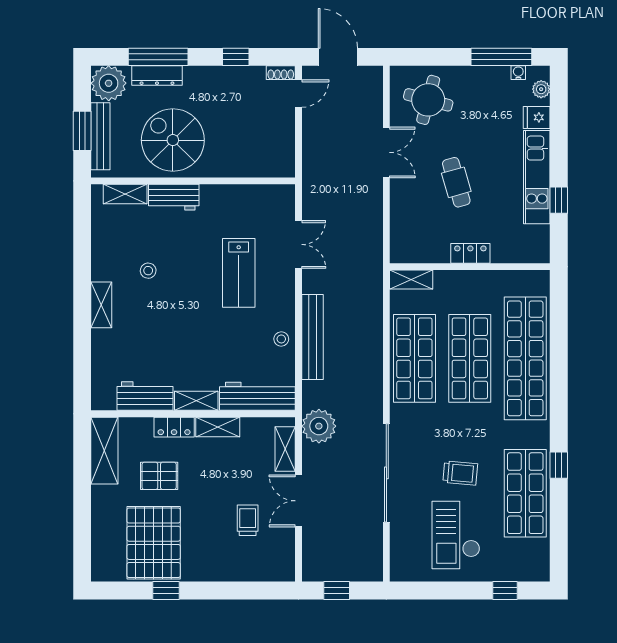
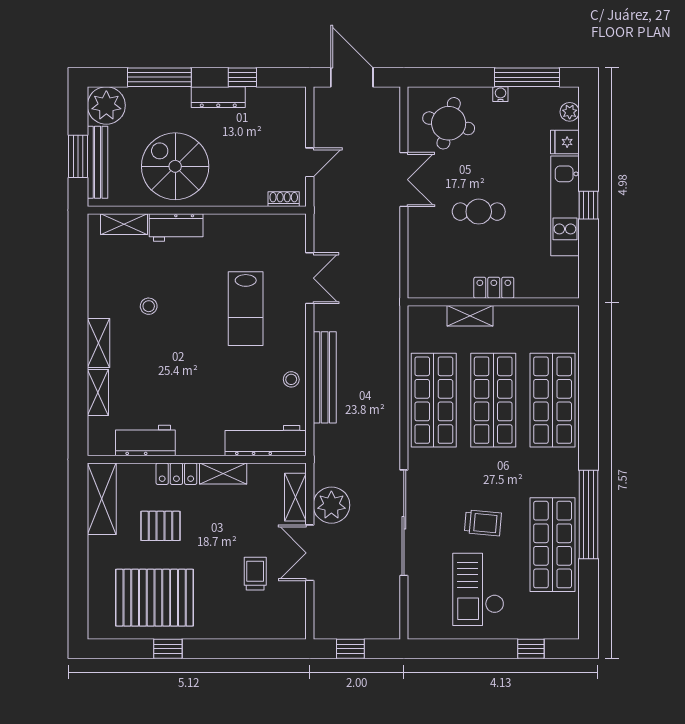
shoe rack: (281, 73) -> (284, 199), moved, turned 180
water cooler: (518, 73) -> (500, 94), moved
dresser: (157, 75) -> (218, 97), moved
door: (299, 94) -> (310, 162), moved
cafe table: (456, 182) -> (479, 212), turned -74
window: (559, 200) -> (588, 205), moved
shelving: (411, 280) -> (470, 316), moved
shop shelf: (525, 358) -> (553, 400), width x0.71
shelving: (196, 401) -> (98, 393), moved, turned 90
plant: (319, 426) -> (331, 505), moved
window: (559, 465) -> (588, 514), width x3.17
pallet: (154, 543) -> (155, 598), turned 90

